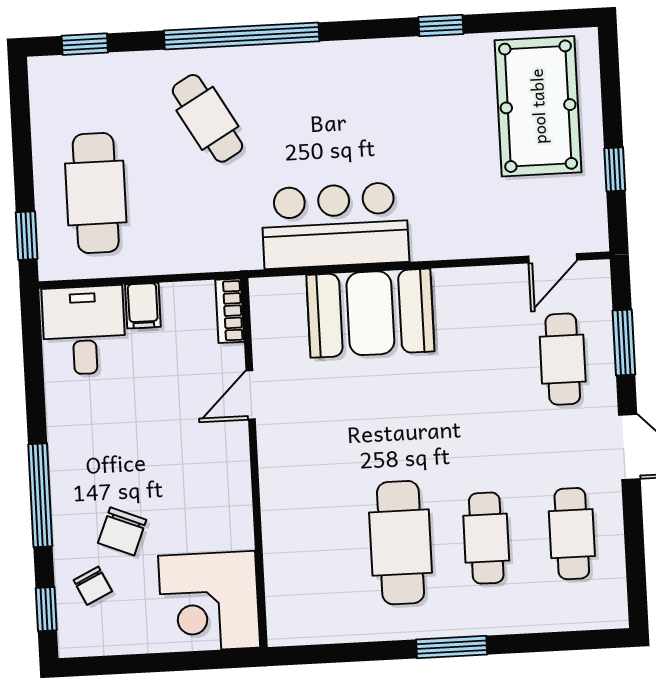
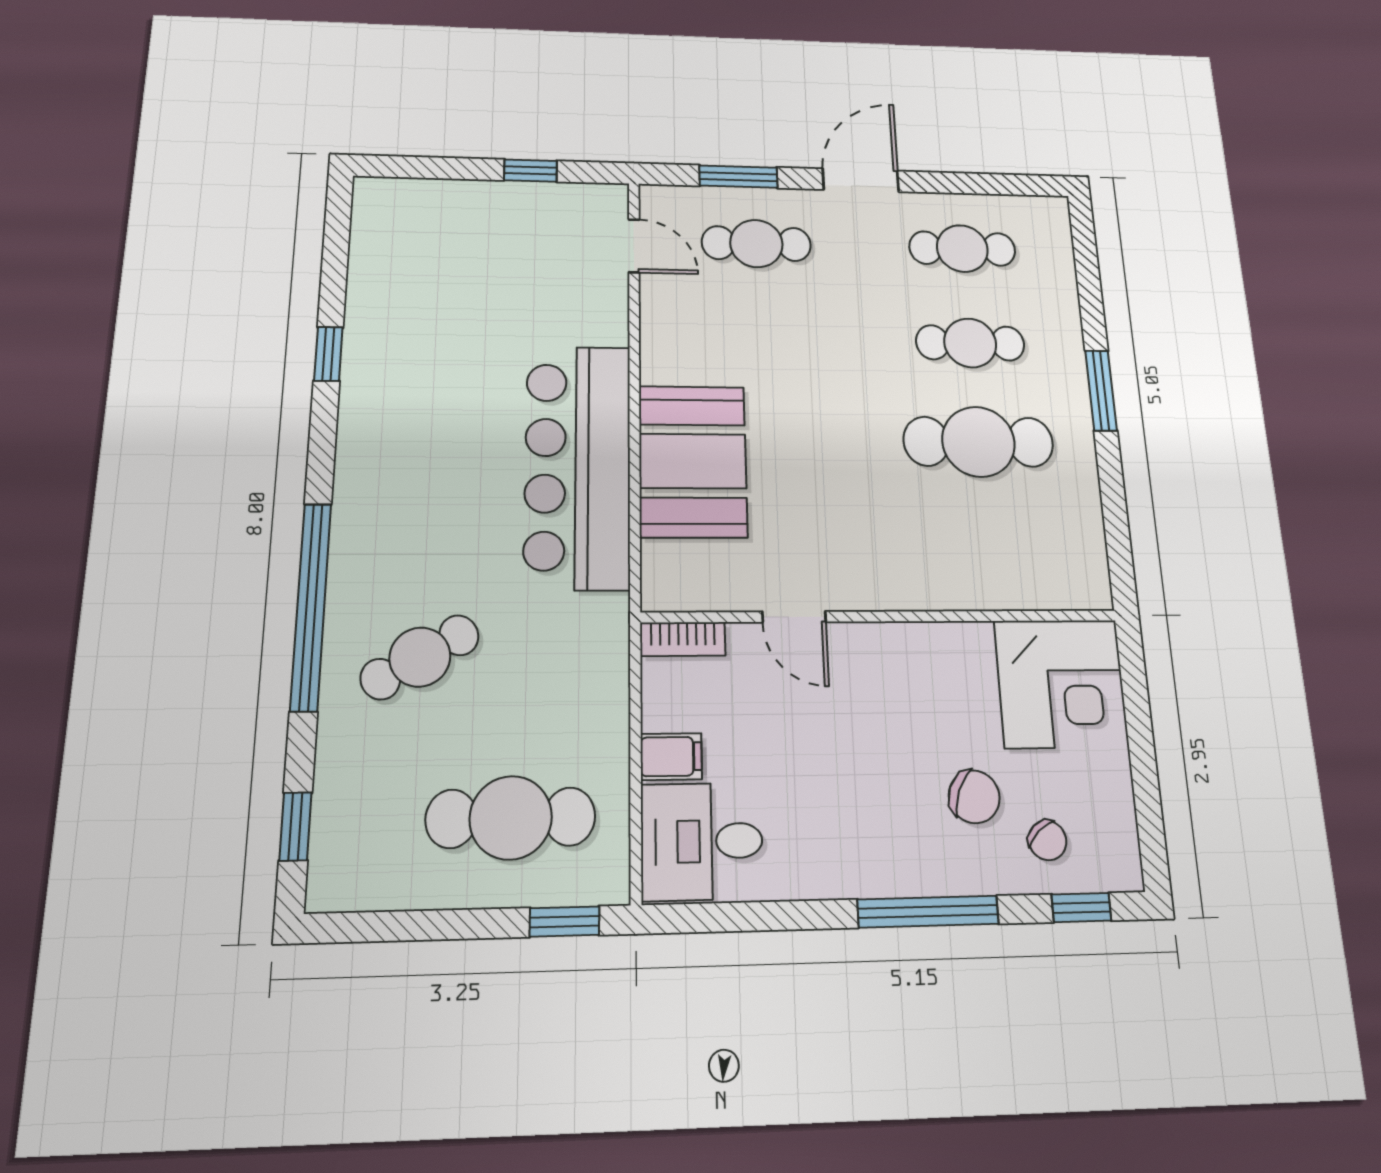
pool table: (538, 106) -> (445, 249), removed
bar counter: (335, 225) -> (578, 466), width x1.36
chair: (93, 586) -> (1047, 840), turned 74

